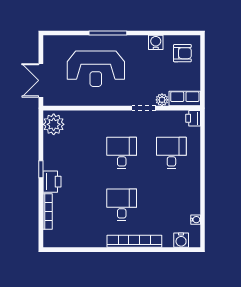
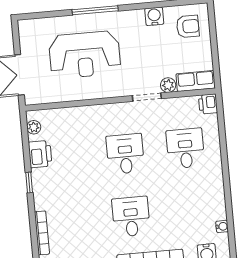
plant: (54, 124) -> (34, 127), width x0.53, depth x0.53
printer: (52, 182) -> (40, 154), moved

